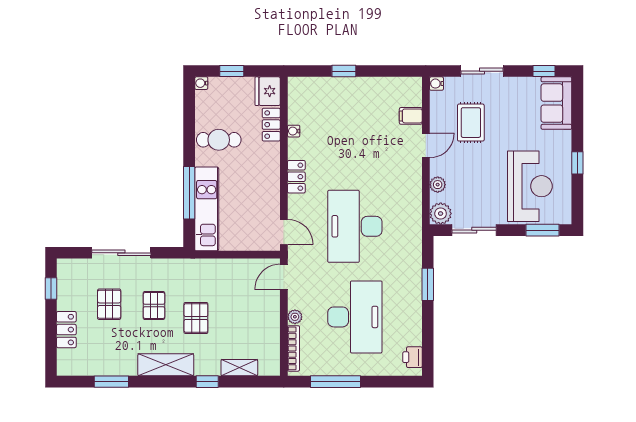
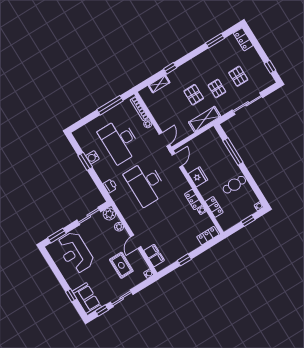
window: (344, 71) -> (184, 260), moved
sliding door: (482, 71) -> (122, 298), moved
locker: (308, 86) -> (208, 236), added
fridge: (268, 91) -> (198, 177), moved
filing cabinet: (411, 97) -> (157, 260), added
window: (577, 163) -> (71, 295), moved
locker: (296, 177) -> (193, 200), moved
kitchen unit: (207, 209) -> (220, 149), removed
desk: (355, 226) -> (146, 183), turned 180
door: (284, 232) -> (177, 160), swing flipped
window: (428, 284) -> (85, 161), moved
water cooler: (413, 318) -> (92, 157), added
locker: (66, 330) -> (243, 39), moved
printer: (412, 357) -> (110, 186), moved
shelving: (166, 365) -> (205, 119), moved

